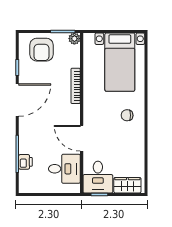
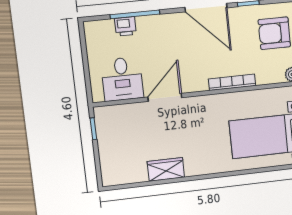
chair: (127, 115) -> (201, 153), removed
desk: (98, 177) -> (116, 124), removed
wardrobe: (127, 185) -> (166, 169), moved, turned -90

